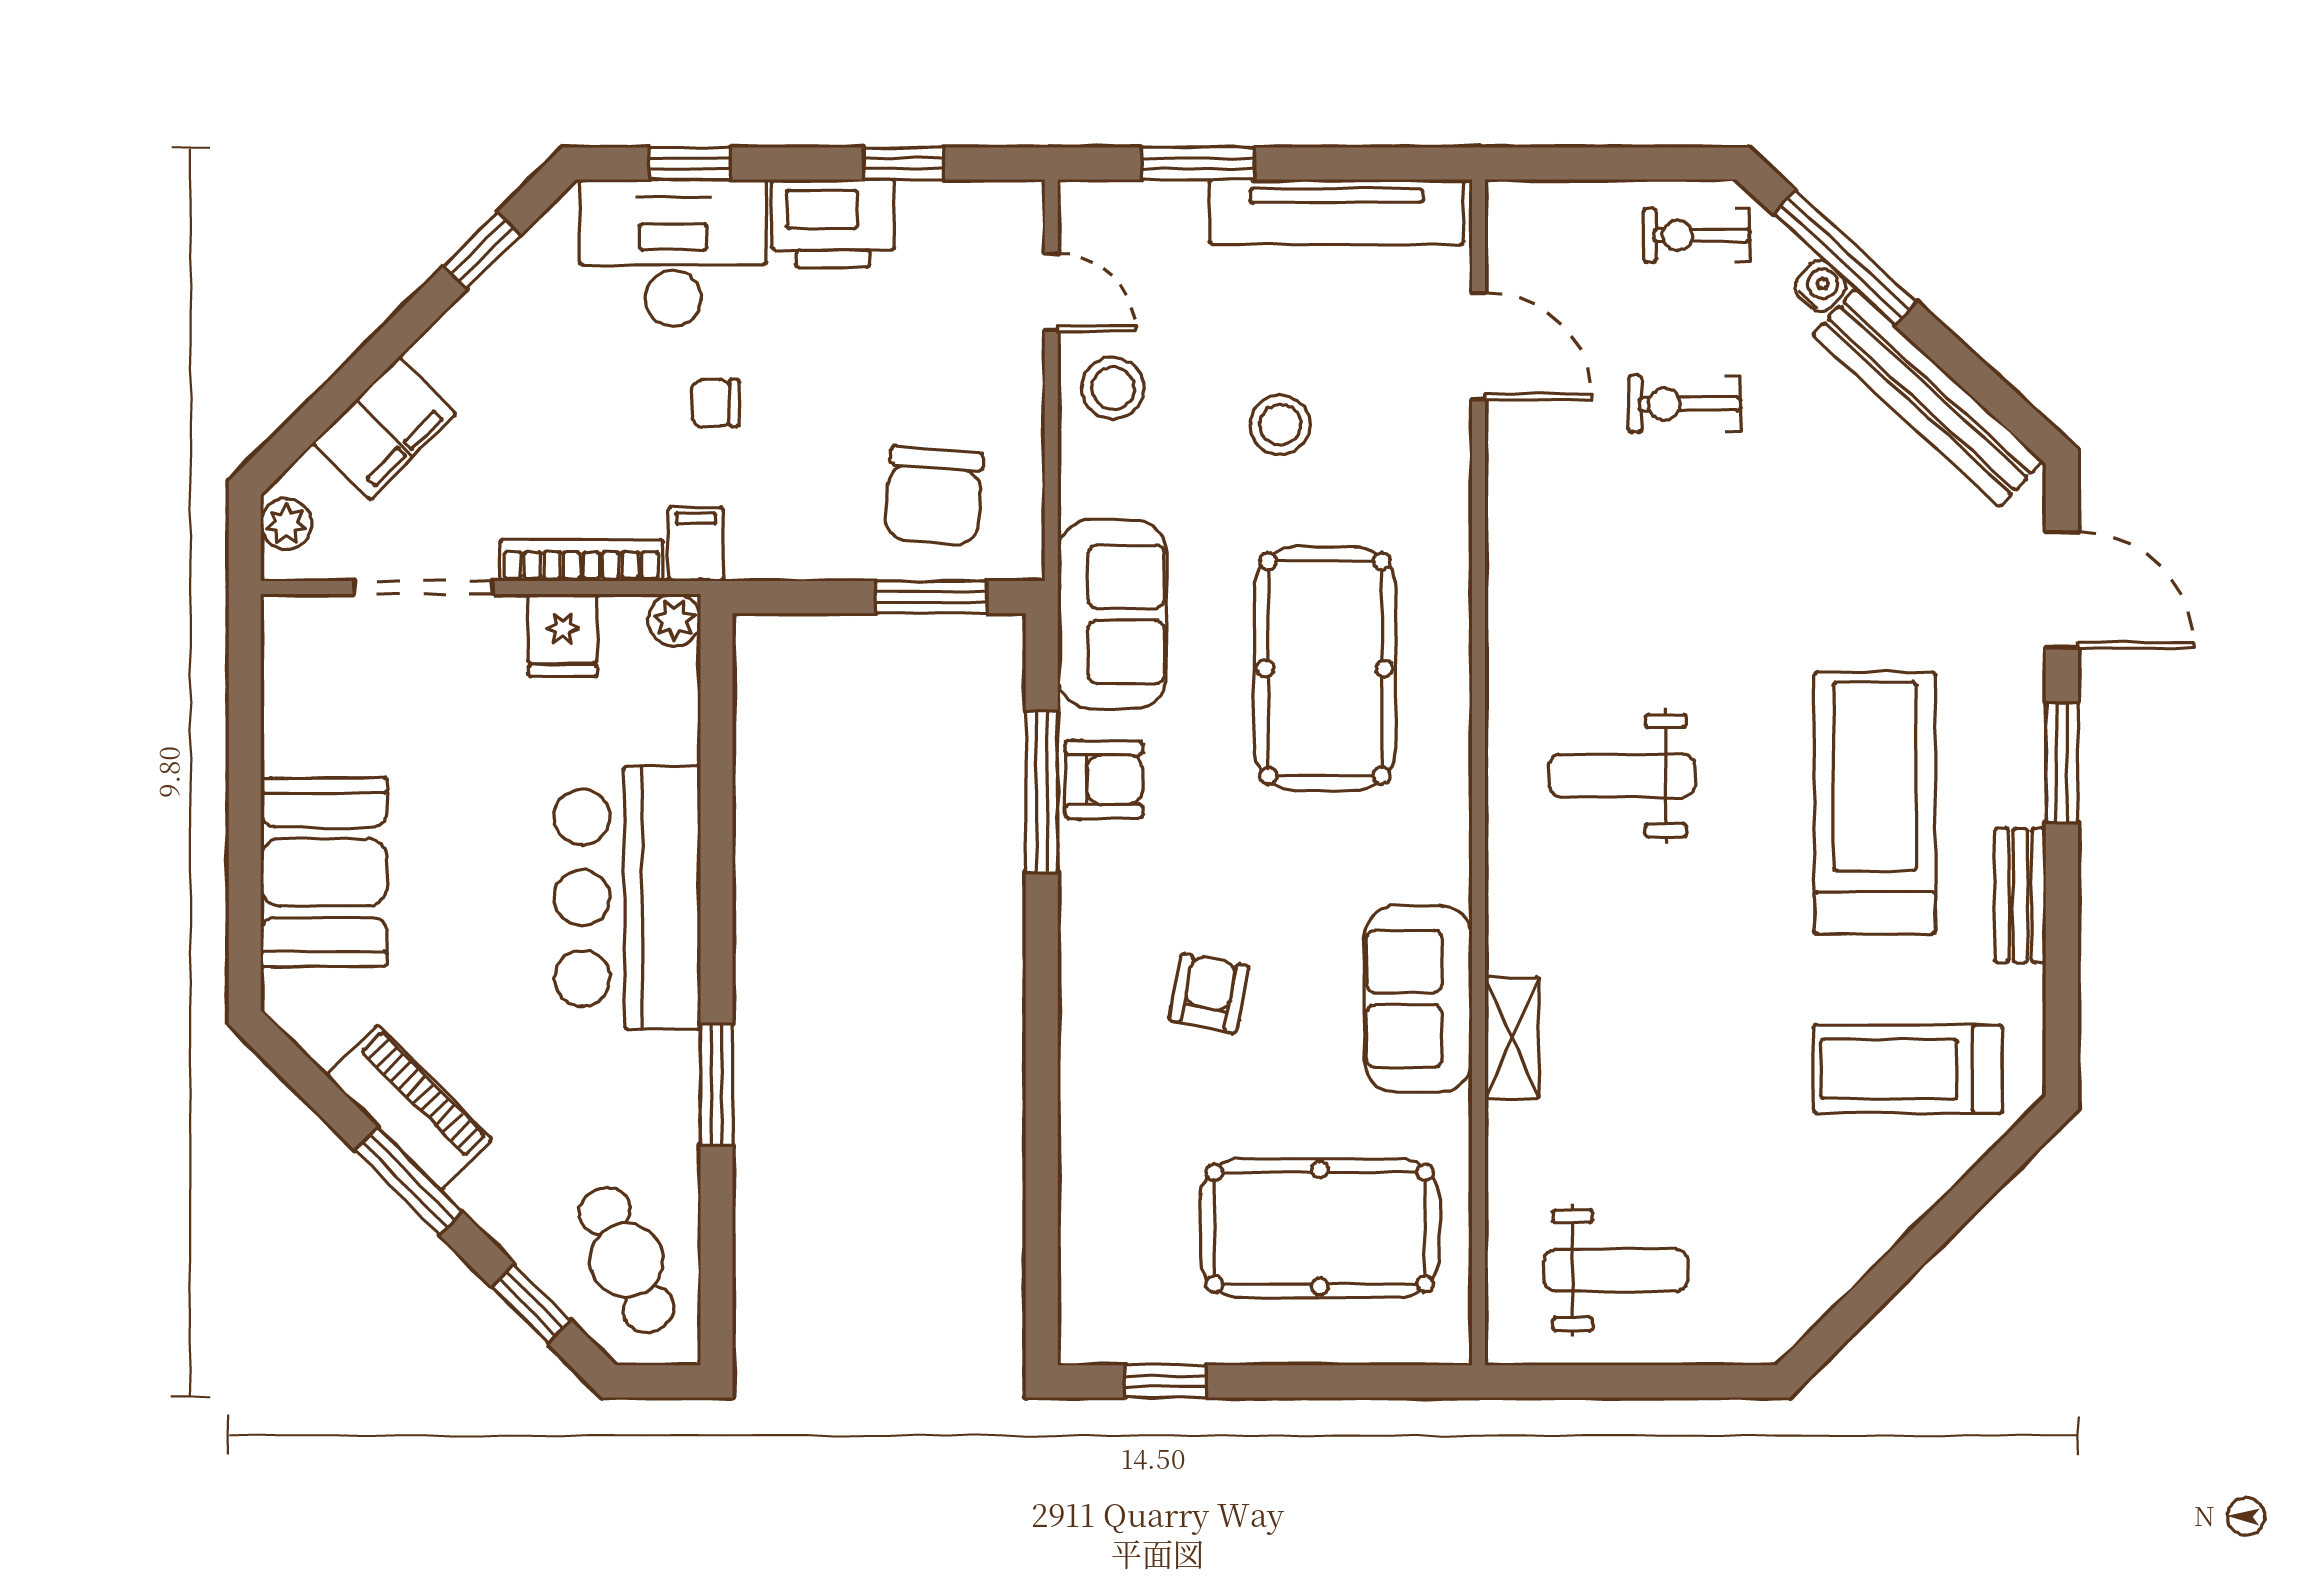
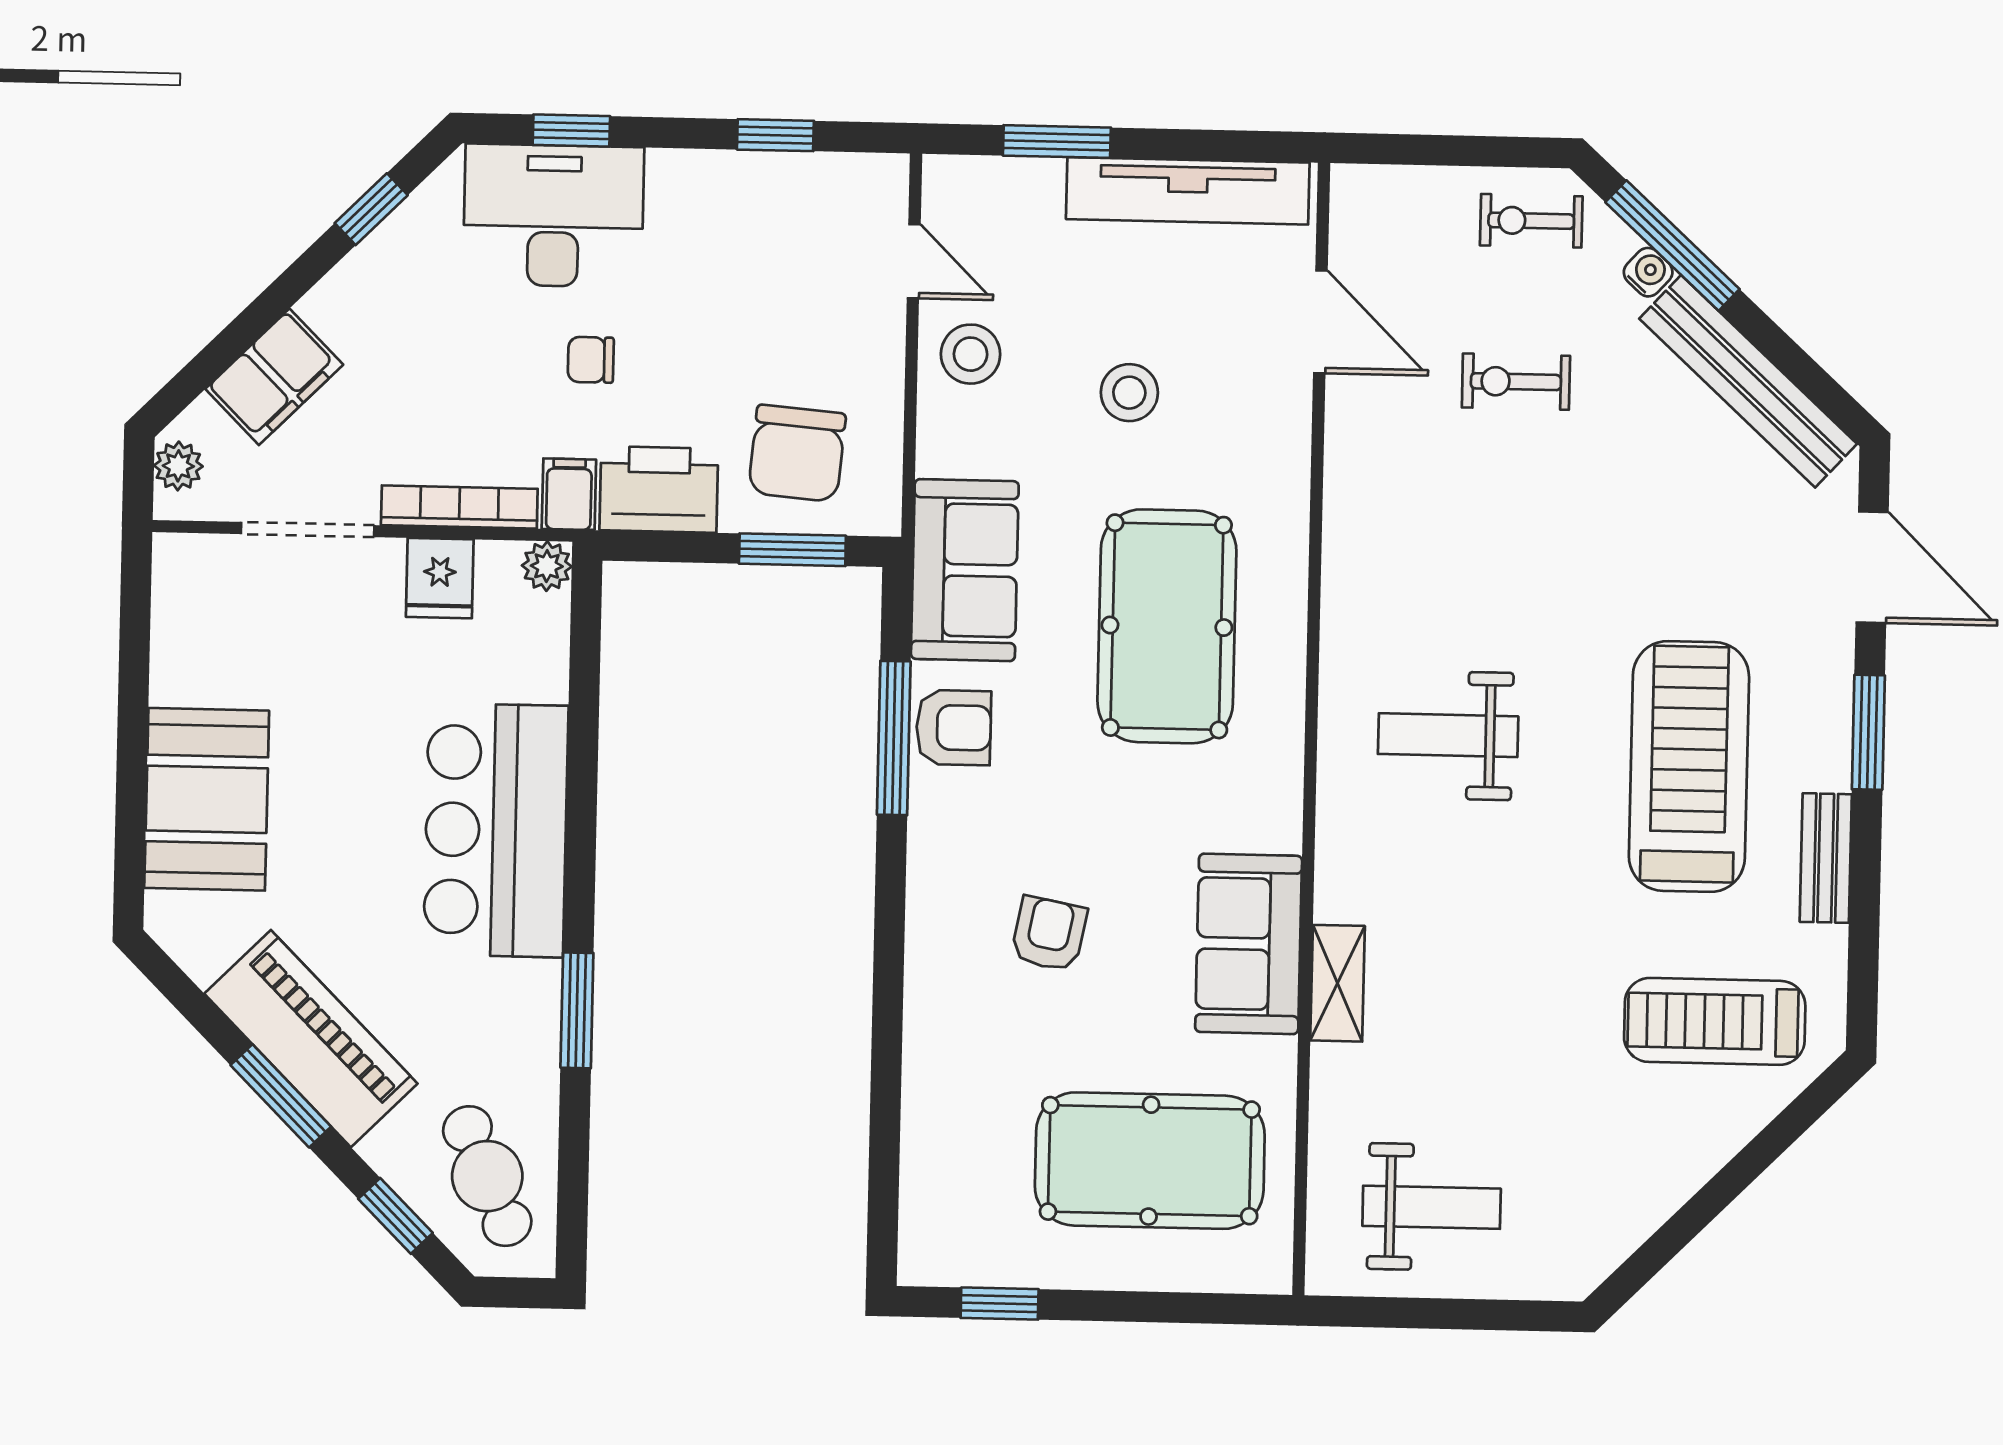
printer: (833, 223) -> (659, 489), moved, turned 180
piano: (409, 1108) -> (311, 1039), width x1.37, depth x1.33

